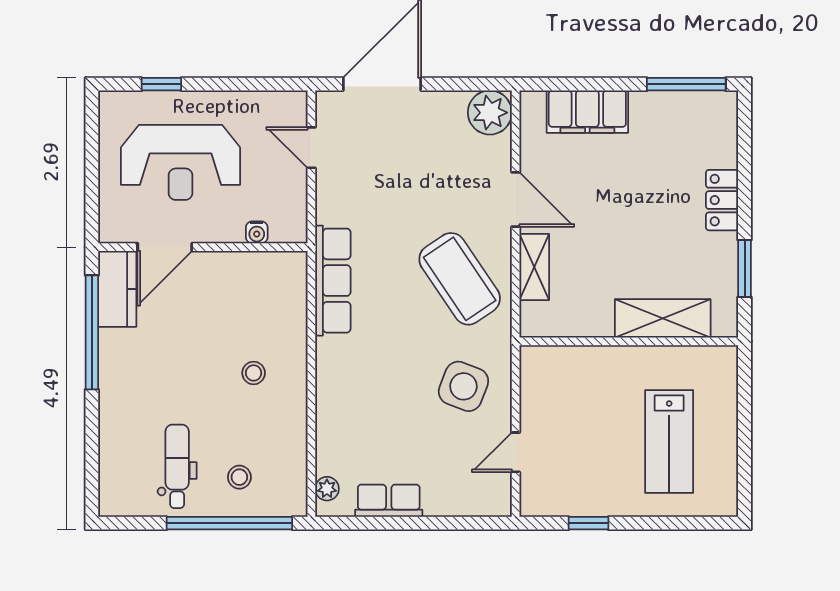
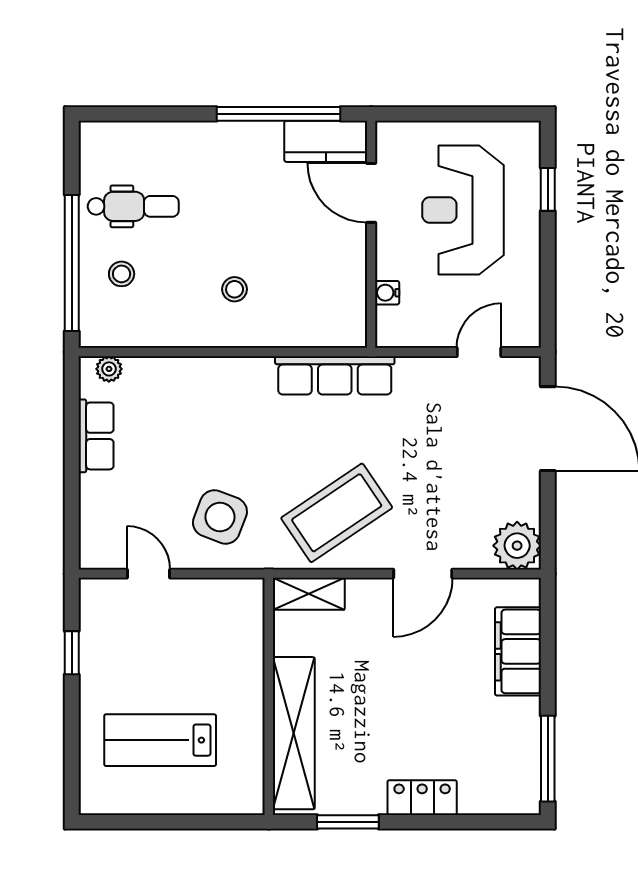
shelving: (534, 267) -> (309, 594), moved
shelving: (663, 318) -> (294, 733), width x1.47

